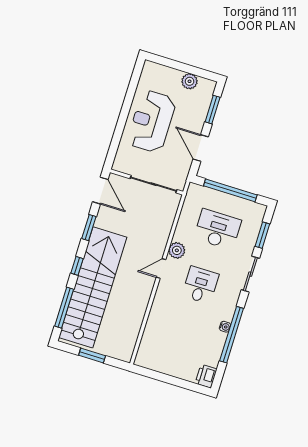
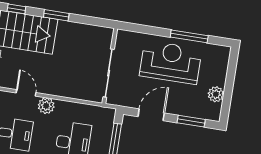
window: (129, 99) -> (189, 36), added
door: (100, 191) -> (95, 21), removed

